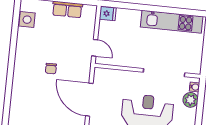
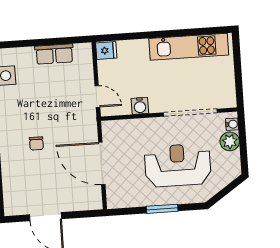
water cooler: (126, 61) -> (140, 106), added
chair: (51, 69) -> (36, 143), moved

